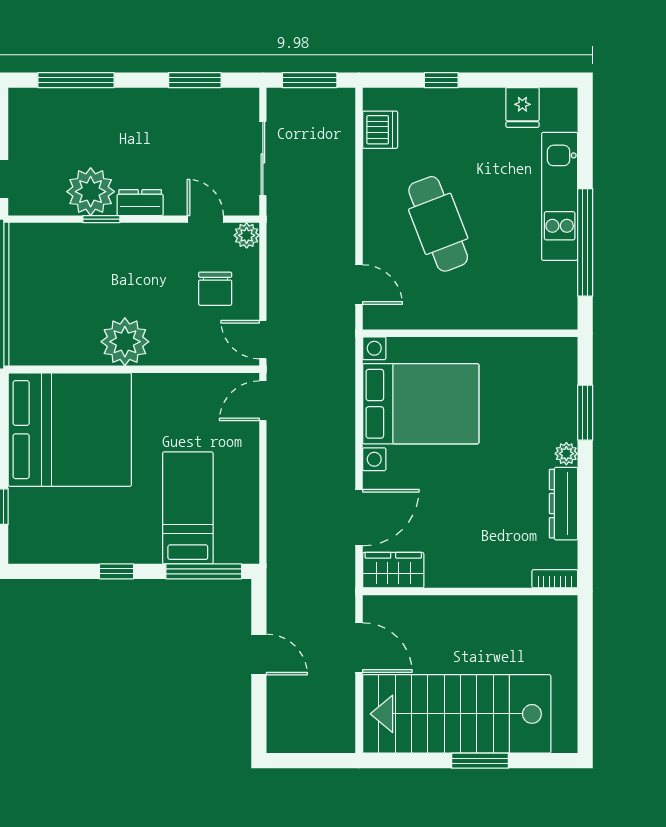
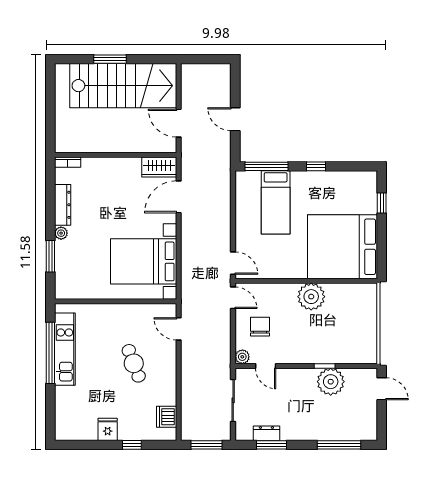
fridge: (522, 107) -> (108, 429), moved
kitchen unit: (560, 196) -> (65, 349), moved
dresser: (140, 203) -> (266, 433), moved, turned 180
cafe table: (438, 224) -> (134, 363), width x0.73, depth x0.74
door: (263, 401) -> (233, 263), hinge flipped

